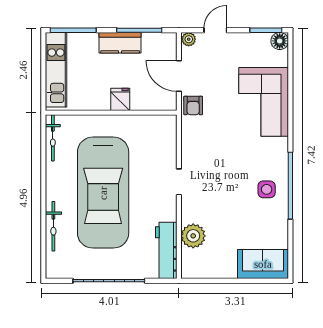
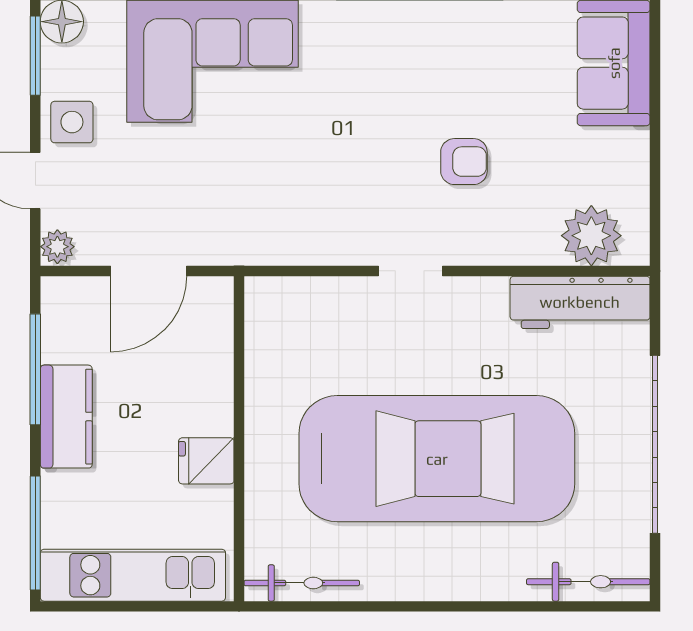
fridge: (120, 99) -> (206, 461), moved
armchair: (193, 106) -> (464, 162), moved
side table: (267, 189) -> (72, 122), moved
bicycle: (53, 226) -> (588, 582), moved
plant: (193, 236) -> (591, 236), moved

